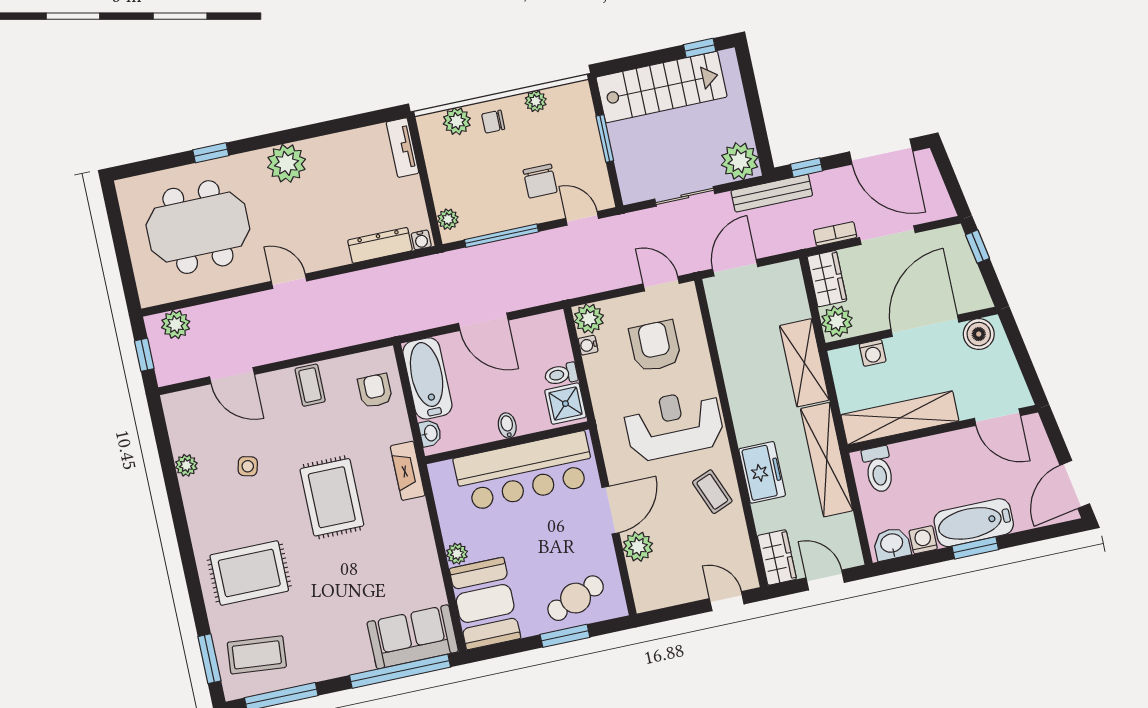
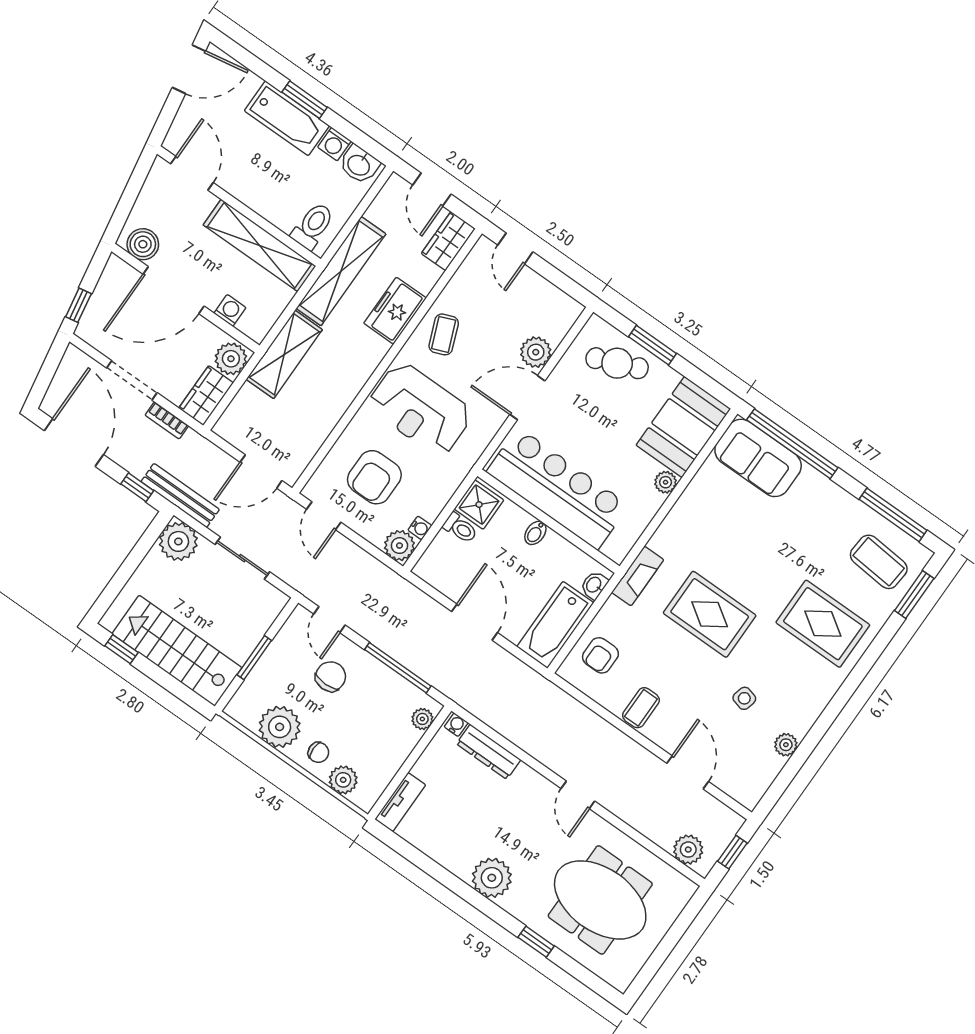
plant: (536, 101) -> (280, 727), width x1.87, depth x1.87
rug: (332, 497) -> (710, 614), turned 90

